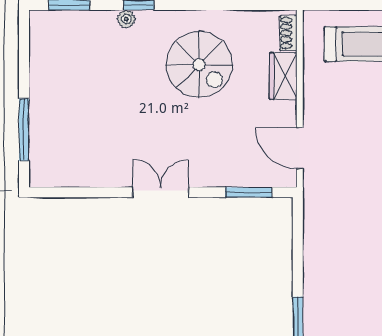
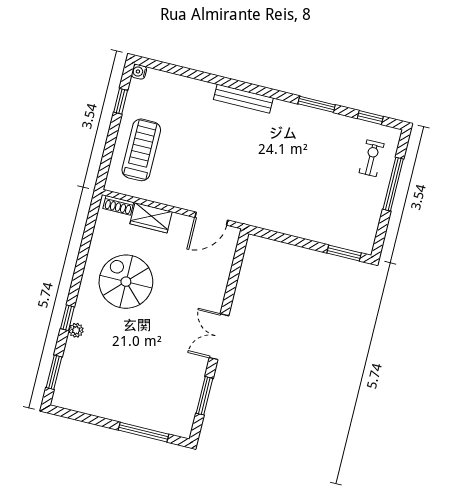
spiral stairs: (199, 65) -> (126, 282), turned -90
window: (249, 192) -> (204, 396), moved

